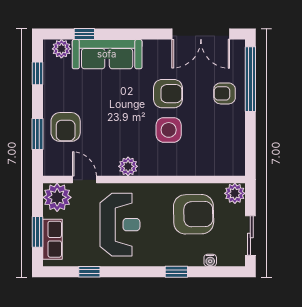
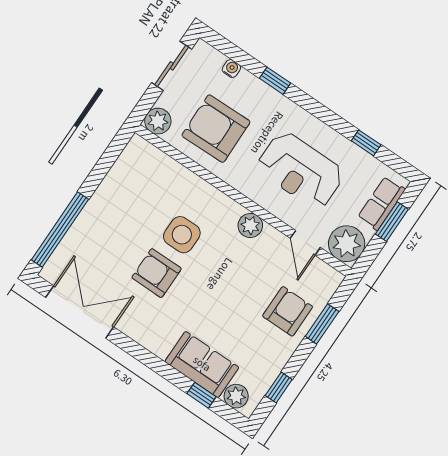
sofa: (107, 54) -> (202, 364), width x0.73
armchair: (225, 93) -> (97, 233), removed
reception desk: (120, 225) -> (300, 170), turned -90

